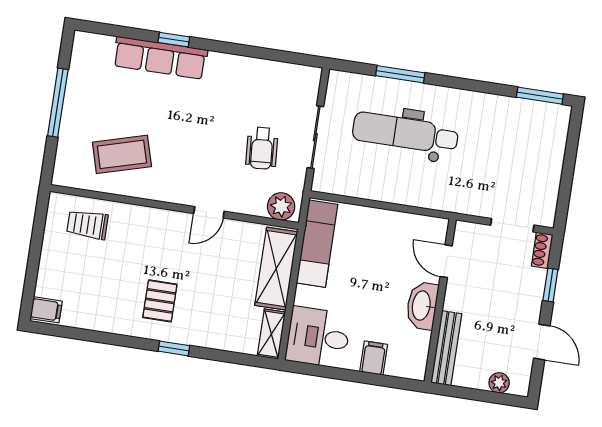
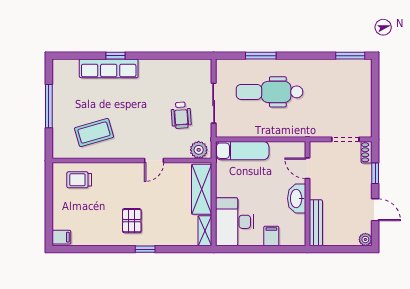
exam couch: (317, 244) -> (242, 151), moved, turned 90
desk: (318, 337) -> (234, 222), width x1.37
plant: (499, 383) -> (365, 239), moved

